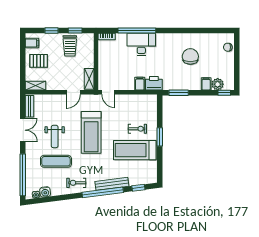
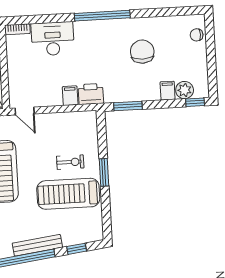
window: (137, 31) -> (102, 16), moved
desk: (141, 44) -> (53, 39), moved

